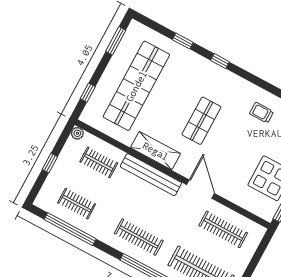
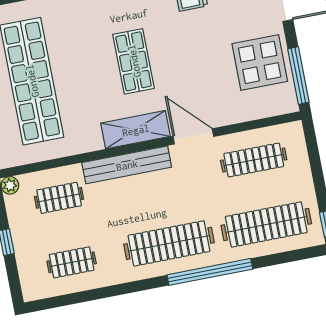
shelving: (156, 151) -> (136, 130), moved
window: (70, 229) -> (87, 296), removed
clothes rail: (139, 237) -> (169, 243), width x1.37, depth x1.31

